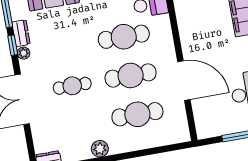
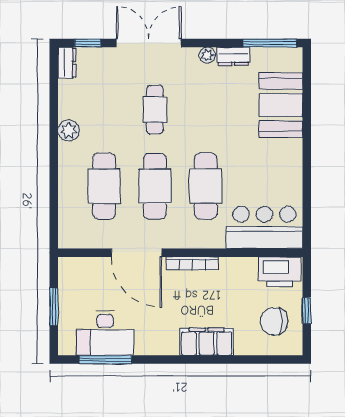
bookcase: (185, 36) -> (192, 263), added
window: (13, 45) -> (88, 43), moved
door: (184, 81) -> (136, 253), hinge flipped

